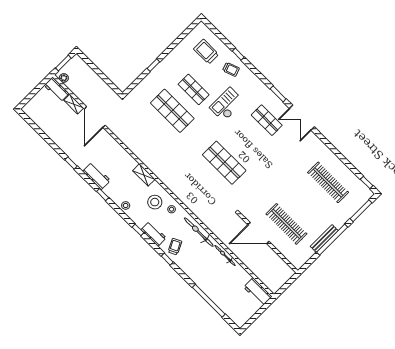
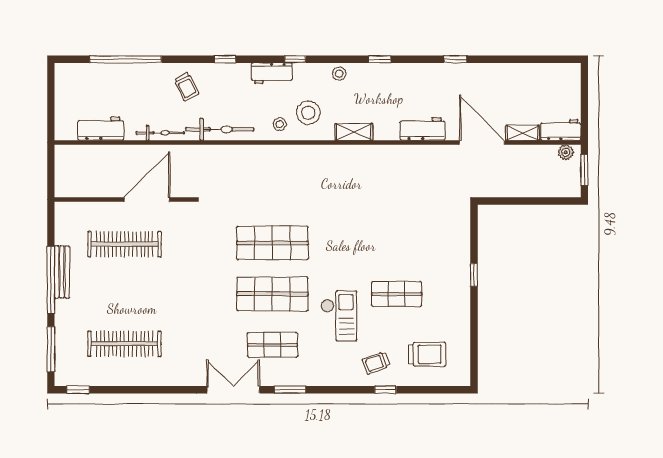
shop shelf: (172, 111) -> (272, 294), moved
workbench: (97, 176) -> (423, 129), moved, turned 180
trolley: (175, 247) -> (186, 87), moved
workbench: (258, 292) -> (101, 129), moved

